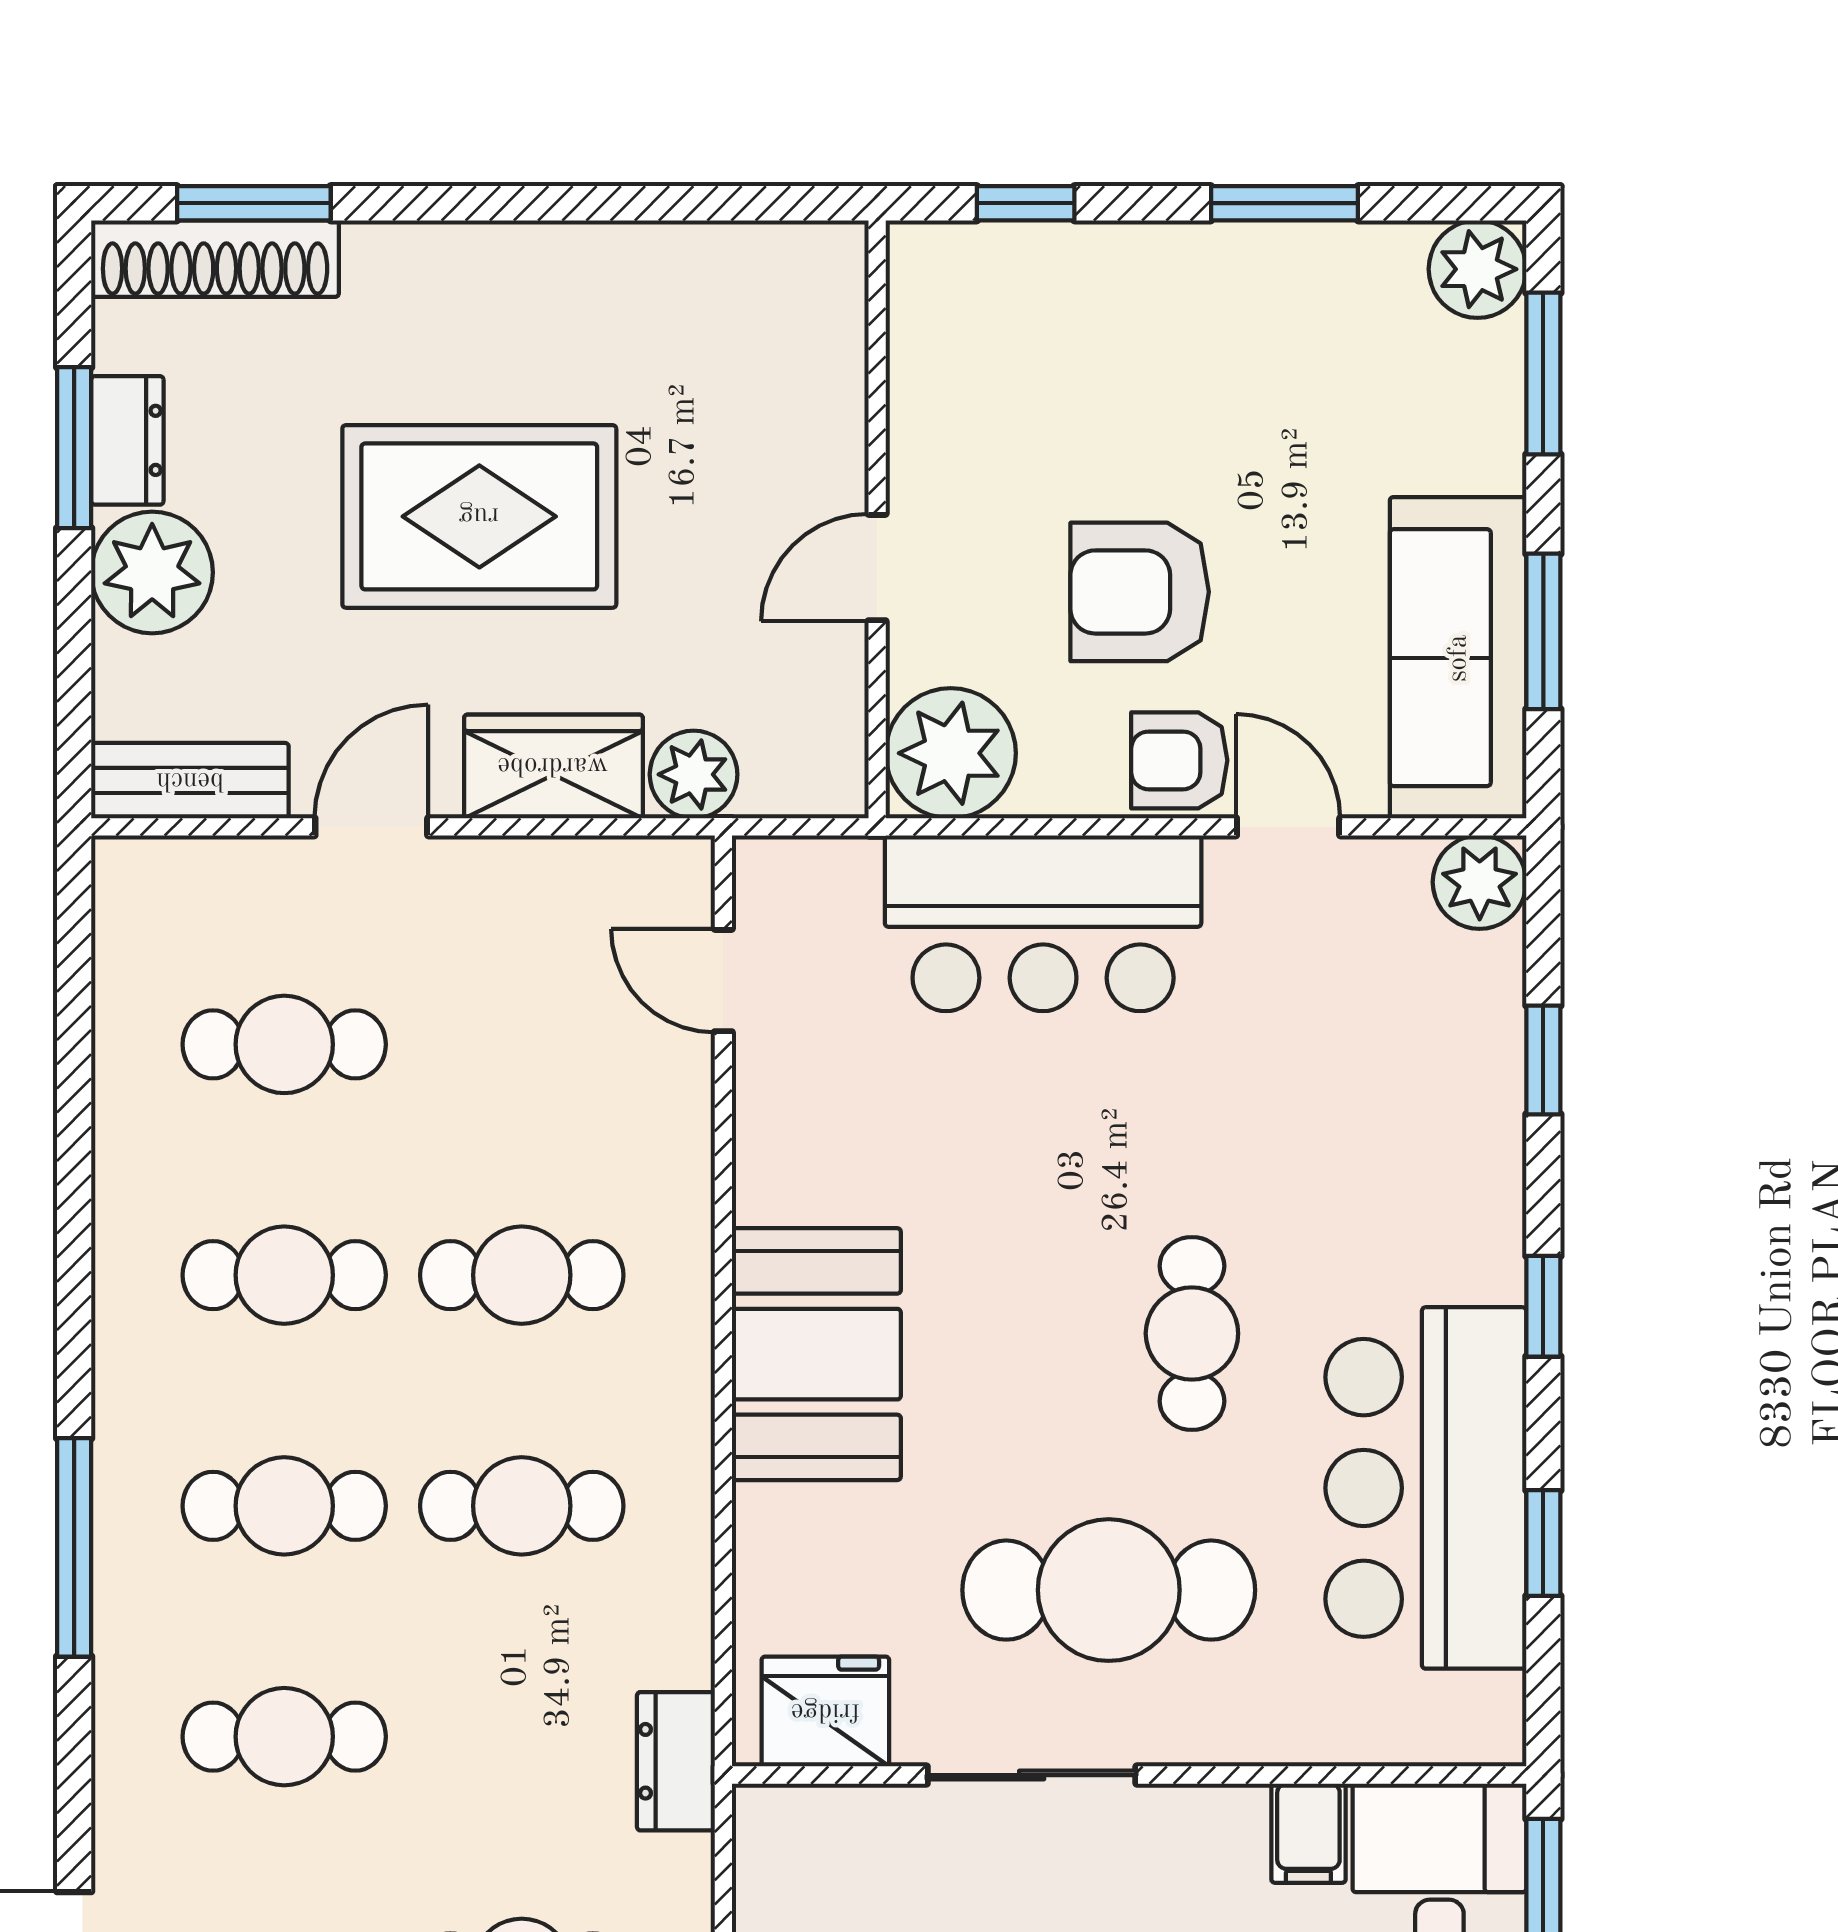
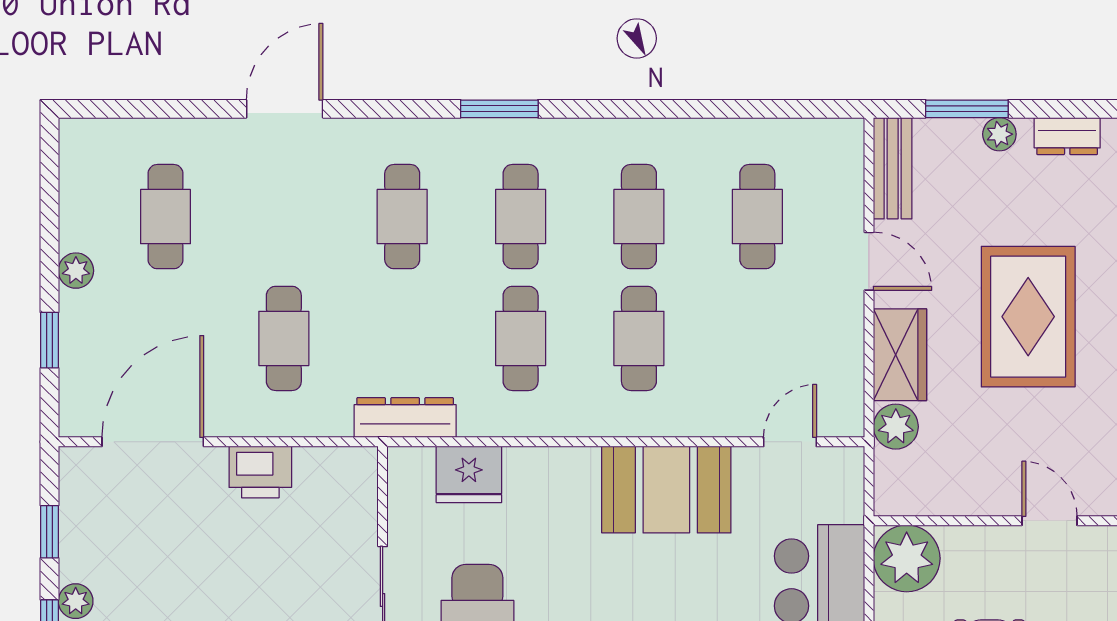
window: (74, 448) -> (967, 109), moved
door: (877, 568) -> (1049, 521), moved
plant: (152, 572) -> (999, 134), width x0.53, depth x0.53
booth: (816, 1354) -> (666, 490), moved
window: (74, 1547) -> (499, 109), width x0.69
fridge: (825, 1712) -> (469, 474), moved, turned 90
dresser: (676, 1761) -> (405, 417), width x1.44

